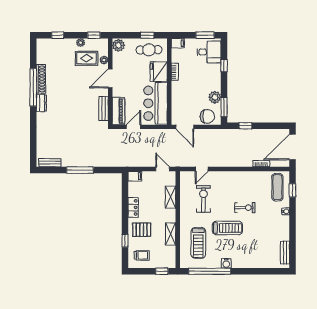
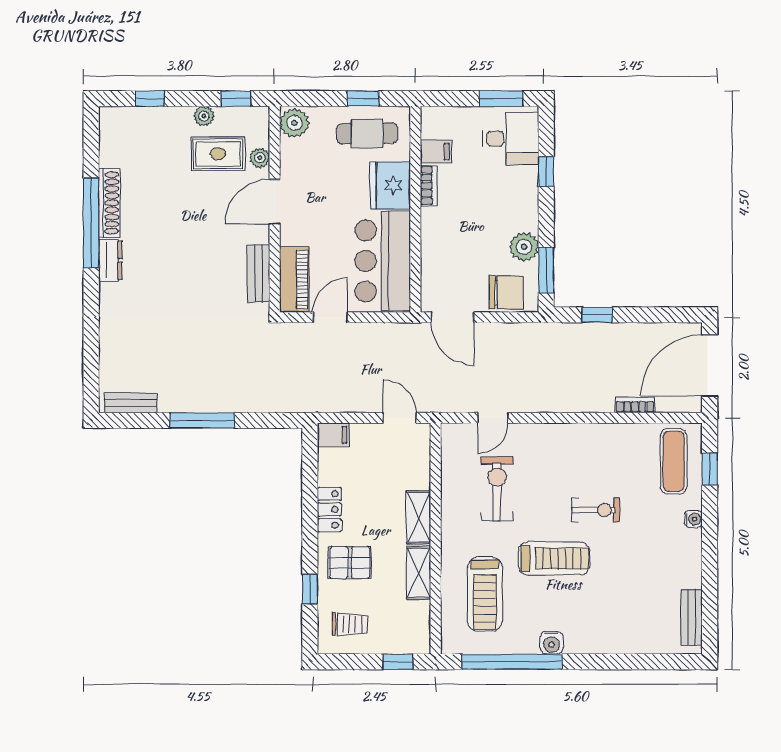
filing cabinet: (178, 43) -> (436, 151), moved
shelving: (171, 197) -> (419, 517), moved

